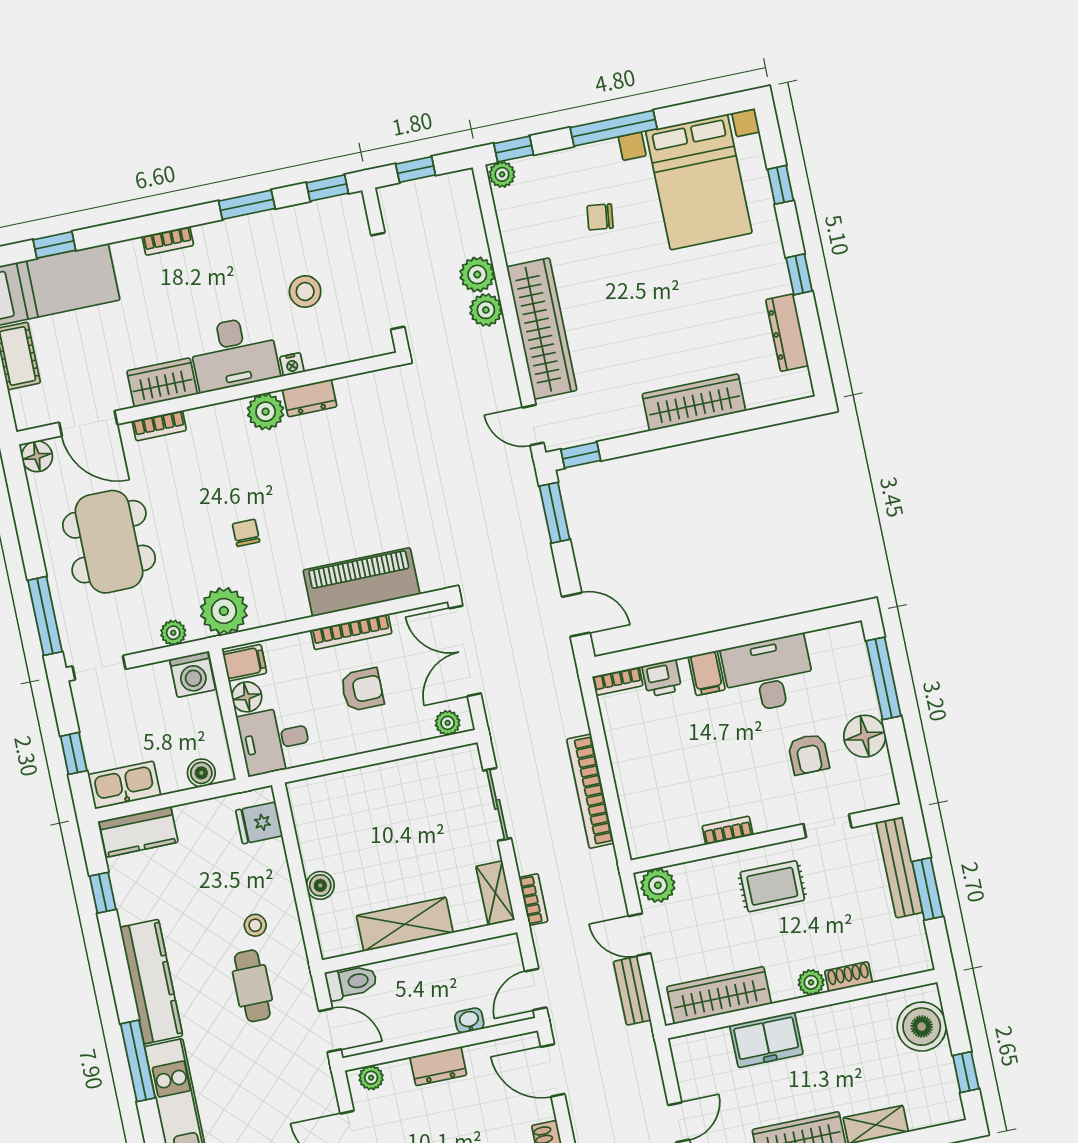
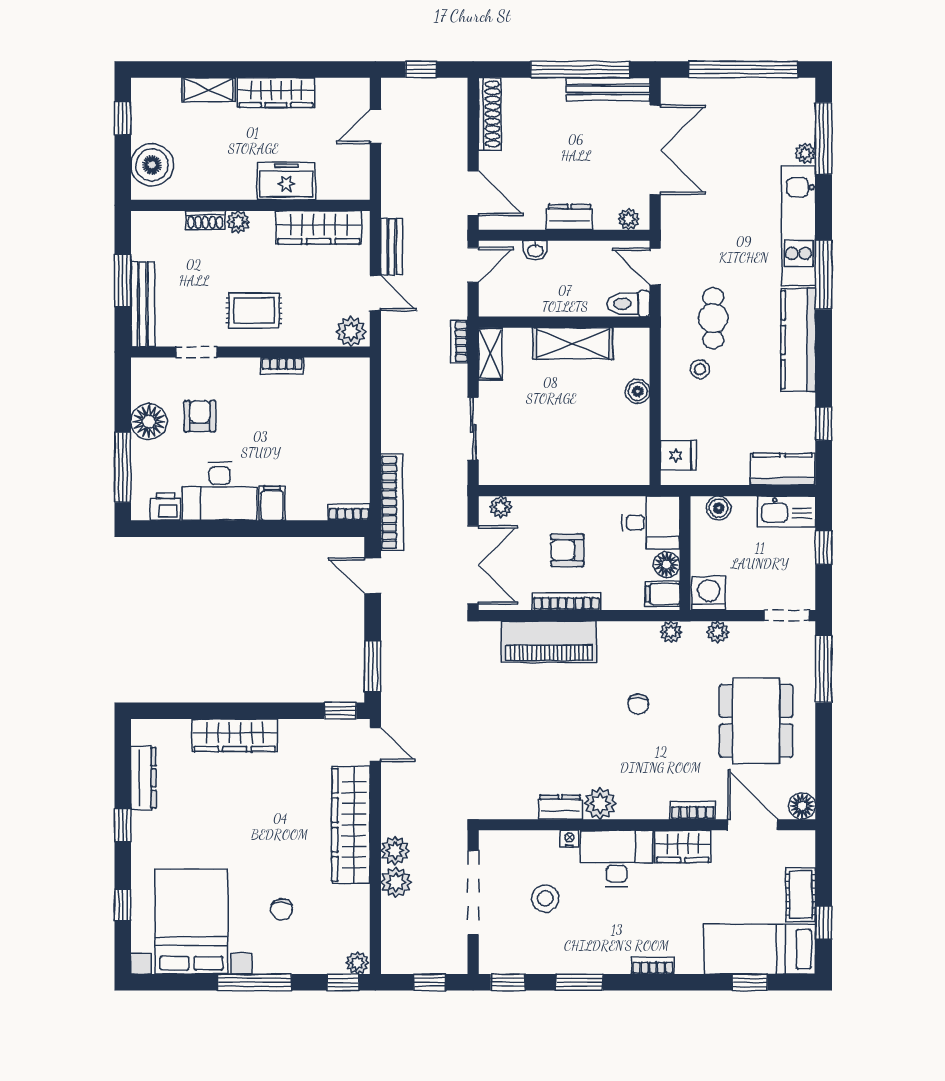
chair: (600, 217) -> (282, 909), turned 83
plant: (224, 611) -> (671, 632), width x0.53, depth x0.53
printer: (662, 678) -> (165, 507), moved
bookcase: (590, 791) -> (392, 502), moved

